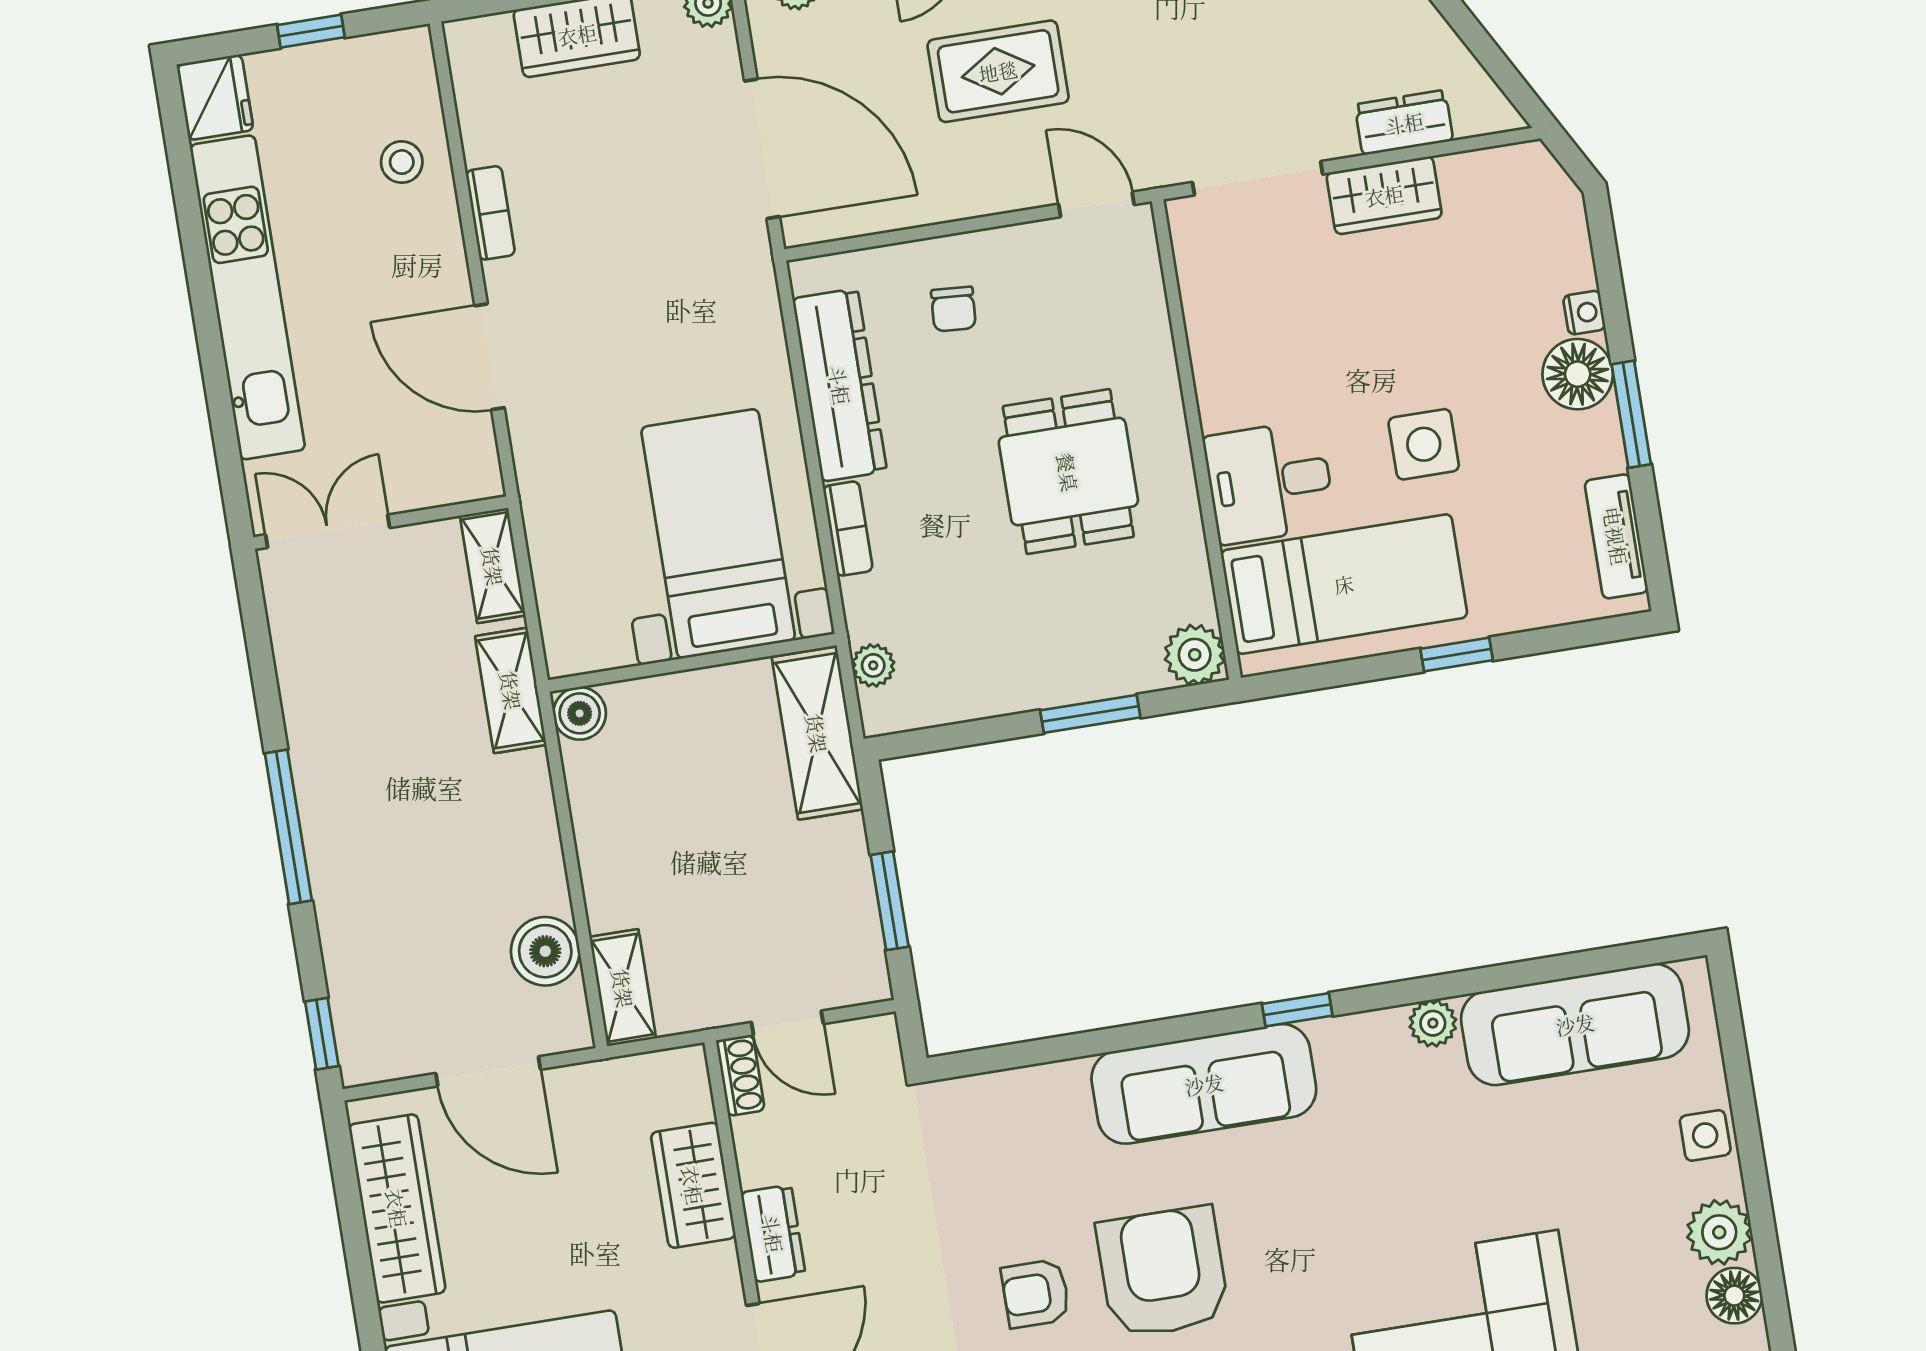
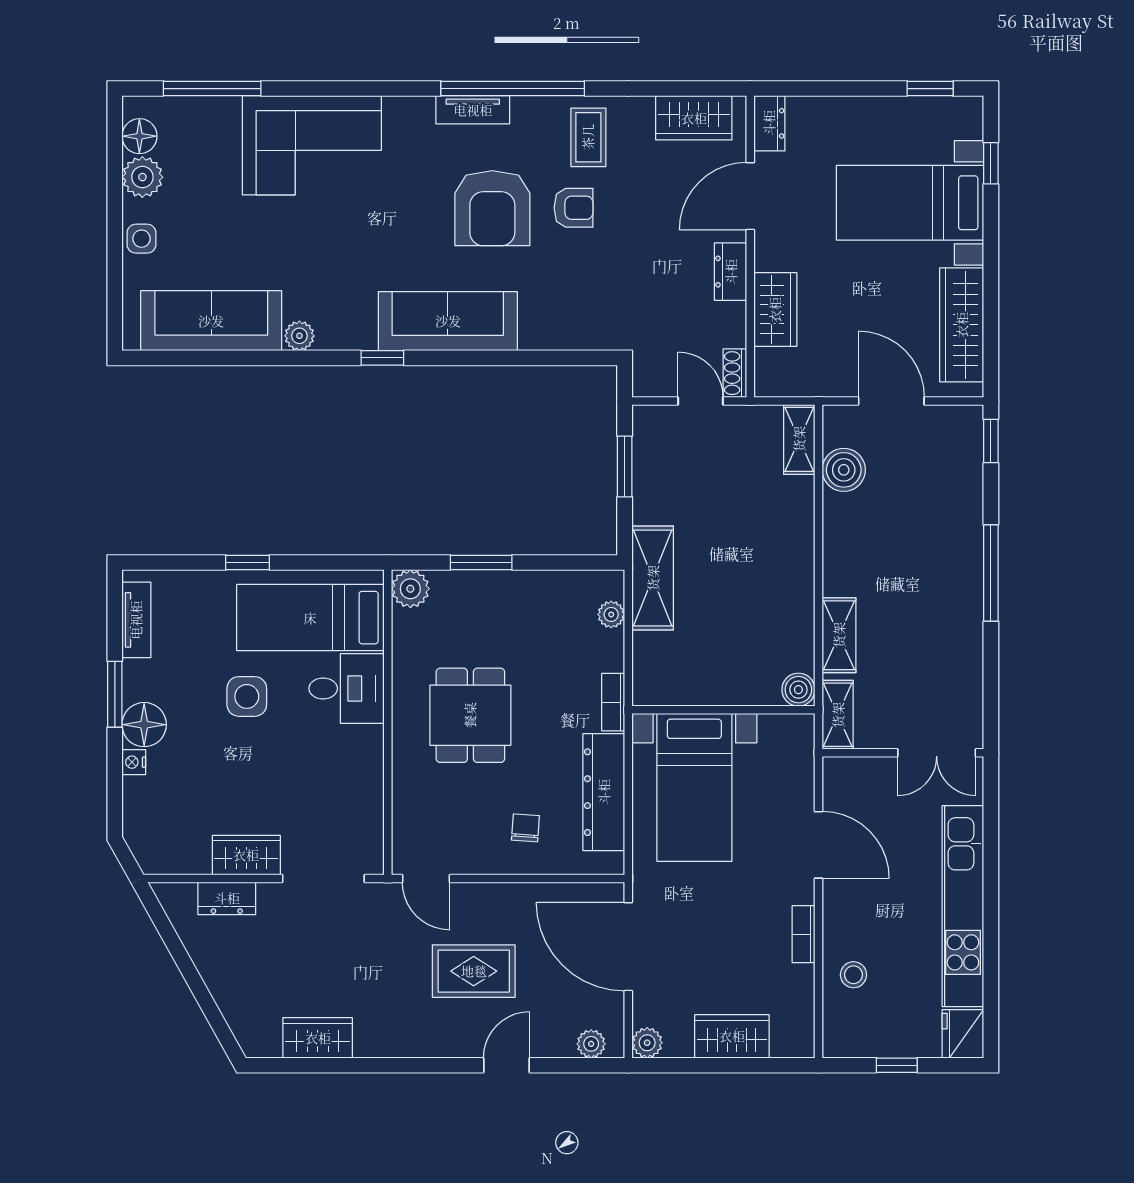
bed with nightstands: (718, 534) -> (694, 787), moved
wall: (692, 663) -> (723, 710), moved
boiler: (580, 713) -> (798, 690), moved

